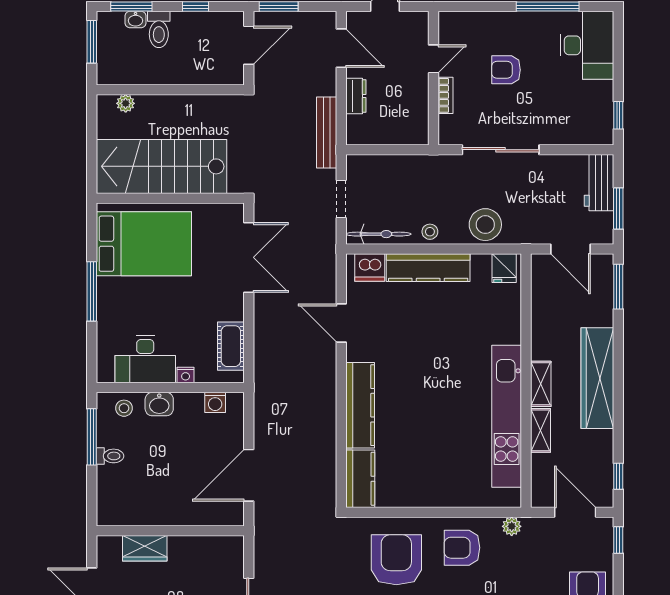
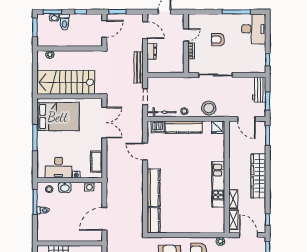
shelving: (541, 384) -> (233, 220), moved
kitchen unit: (507, 416) -> (218, 184), width x0.73

